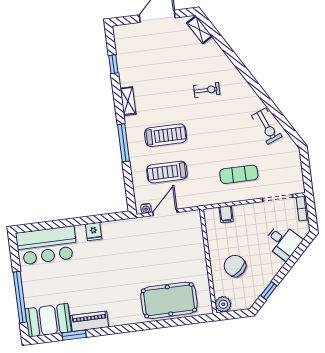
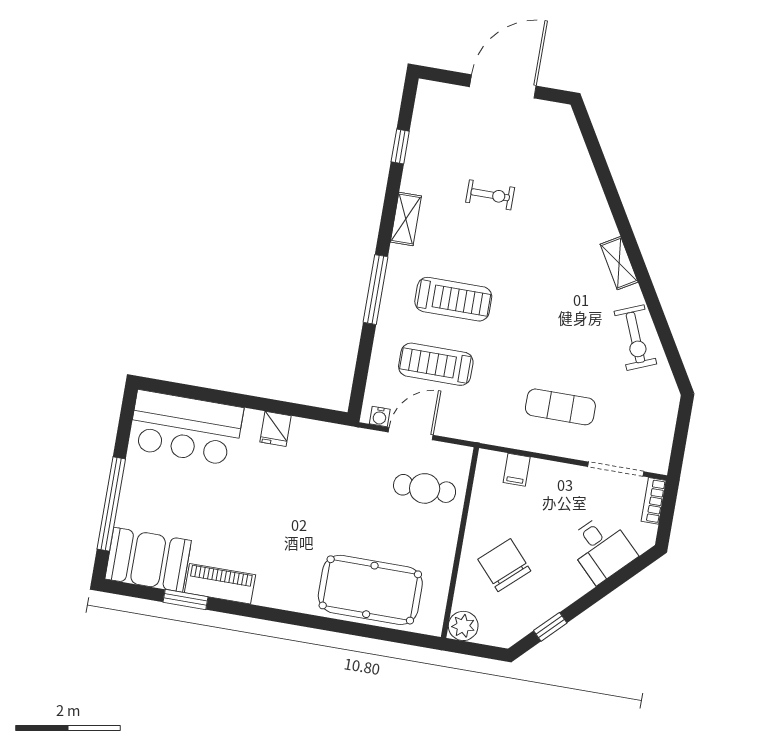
shelving: (199, 30) -> (619, 263), moved
exercise bike: (207, 90) -> (490, 195), moved
cafe table: (181, 239) -> (425, 488), added

